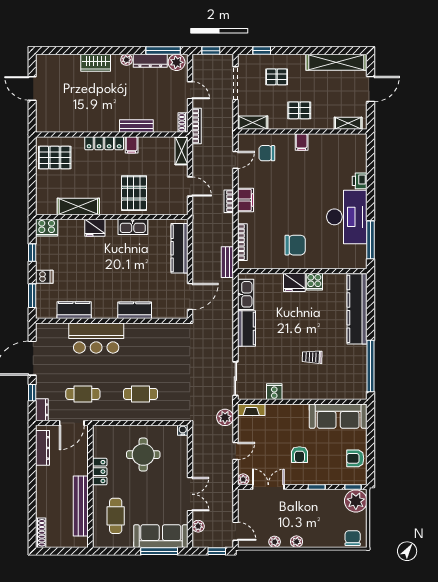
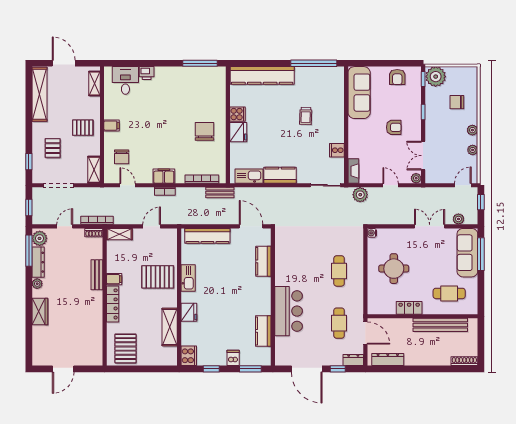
pallet: (299, 110) -> (83, 128), turned 90
desk: (347, 217) -> (125, 80), moved, width x0.53, depth x0.77
kitchen counter: (135, 310) -> (263, 261), moved
chair: (353, 538) -> (457, 102), moved

